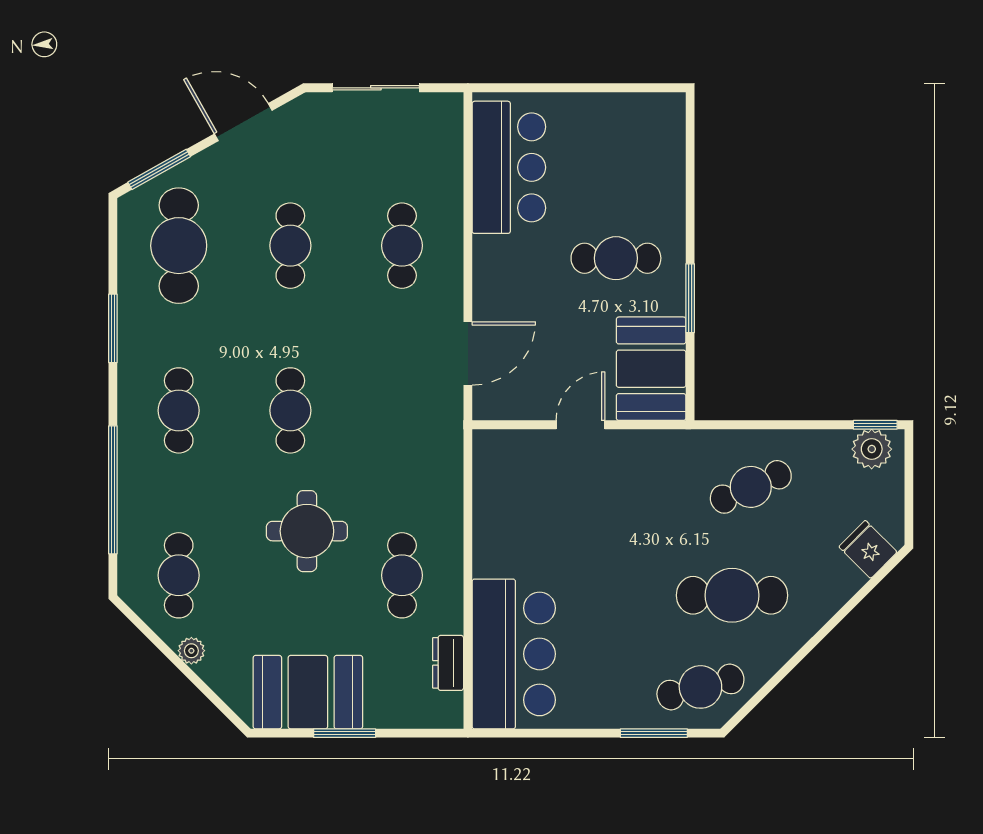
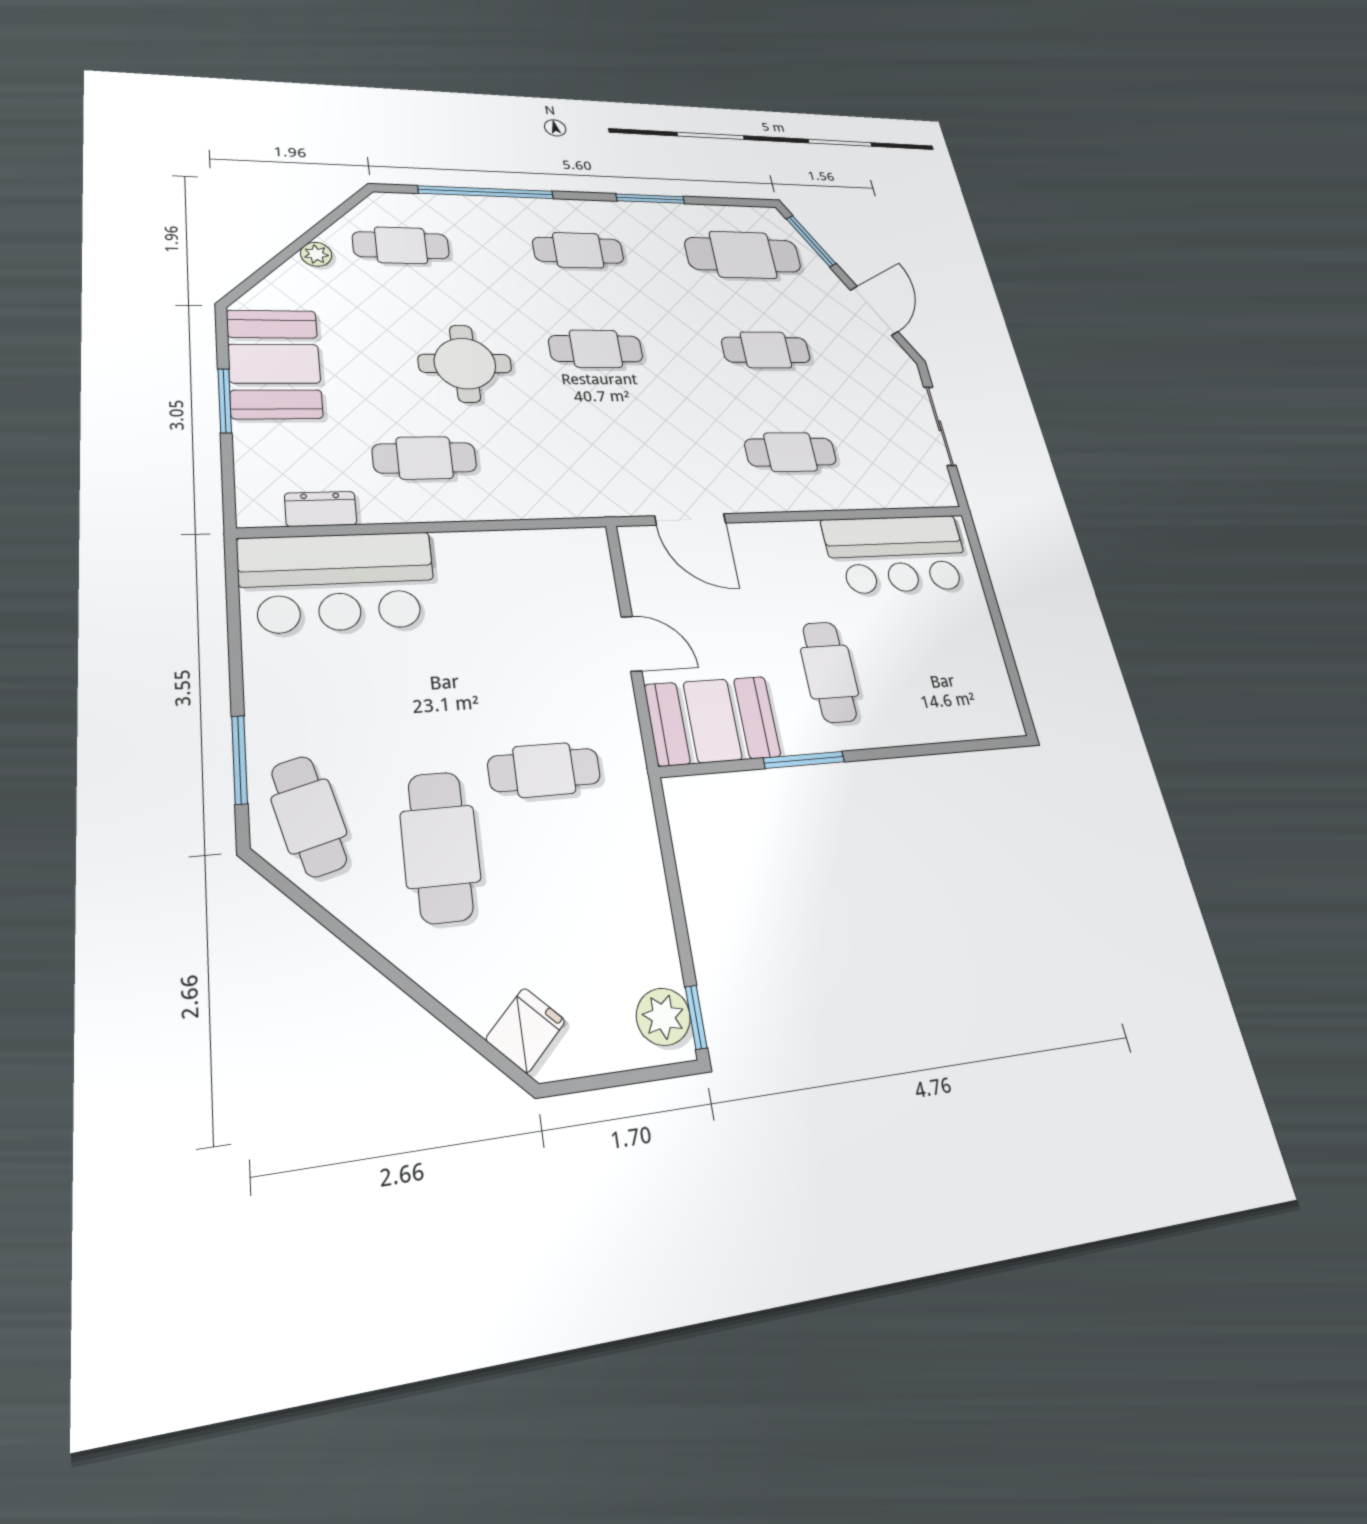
cafe table: (751, 487) -> (544, 770), moved, turned -66

